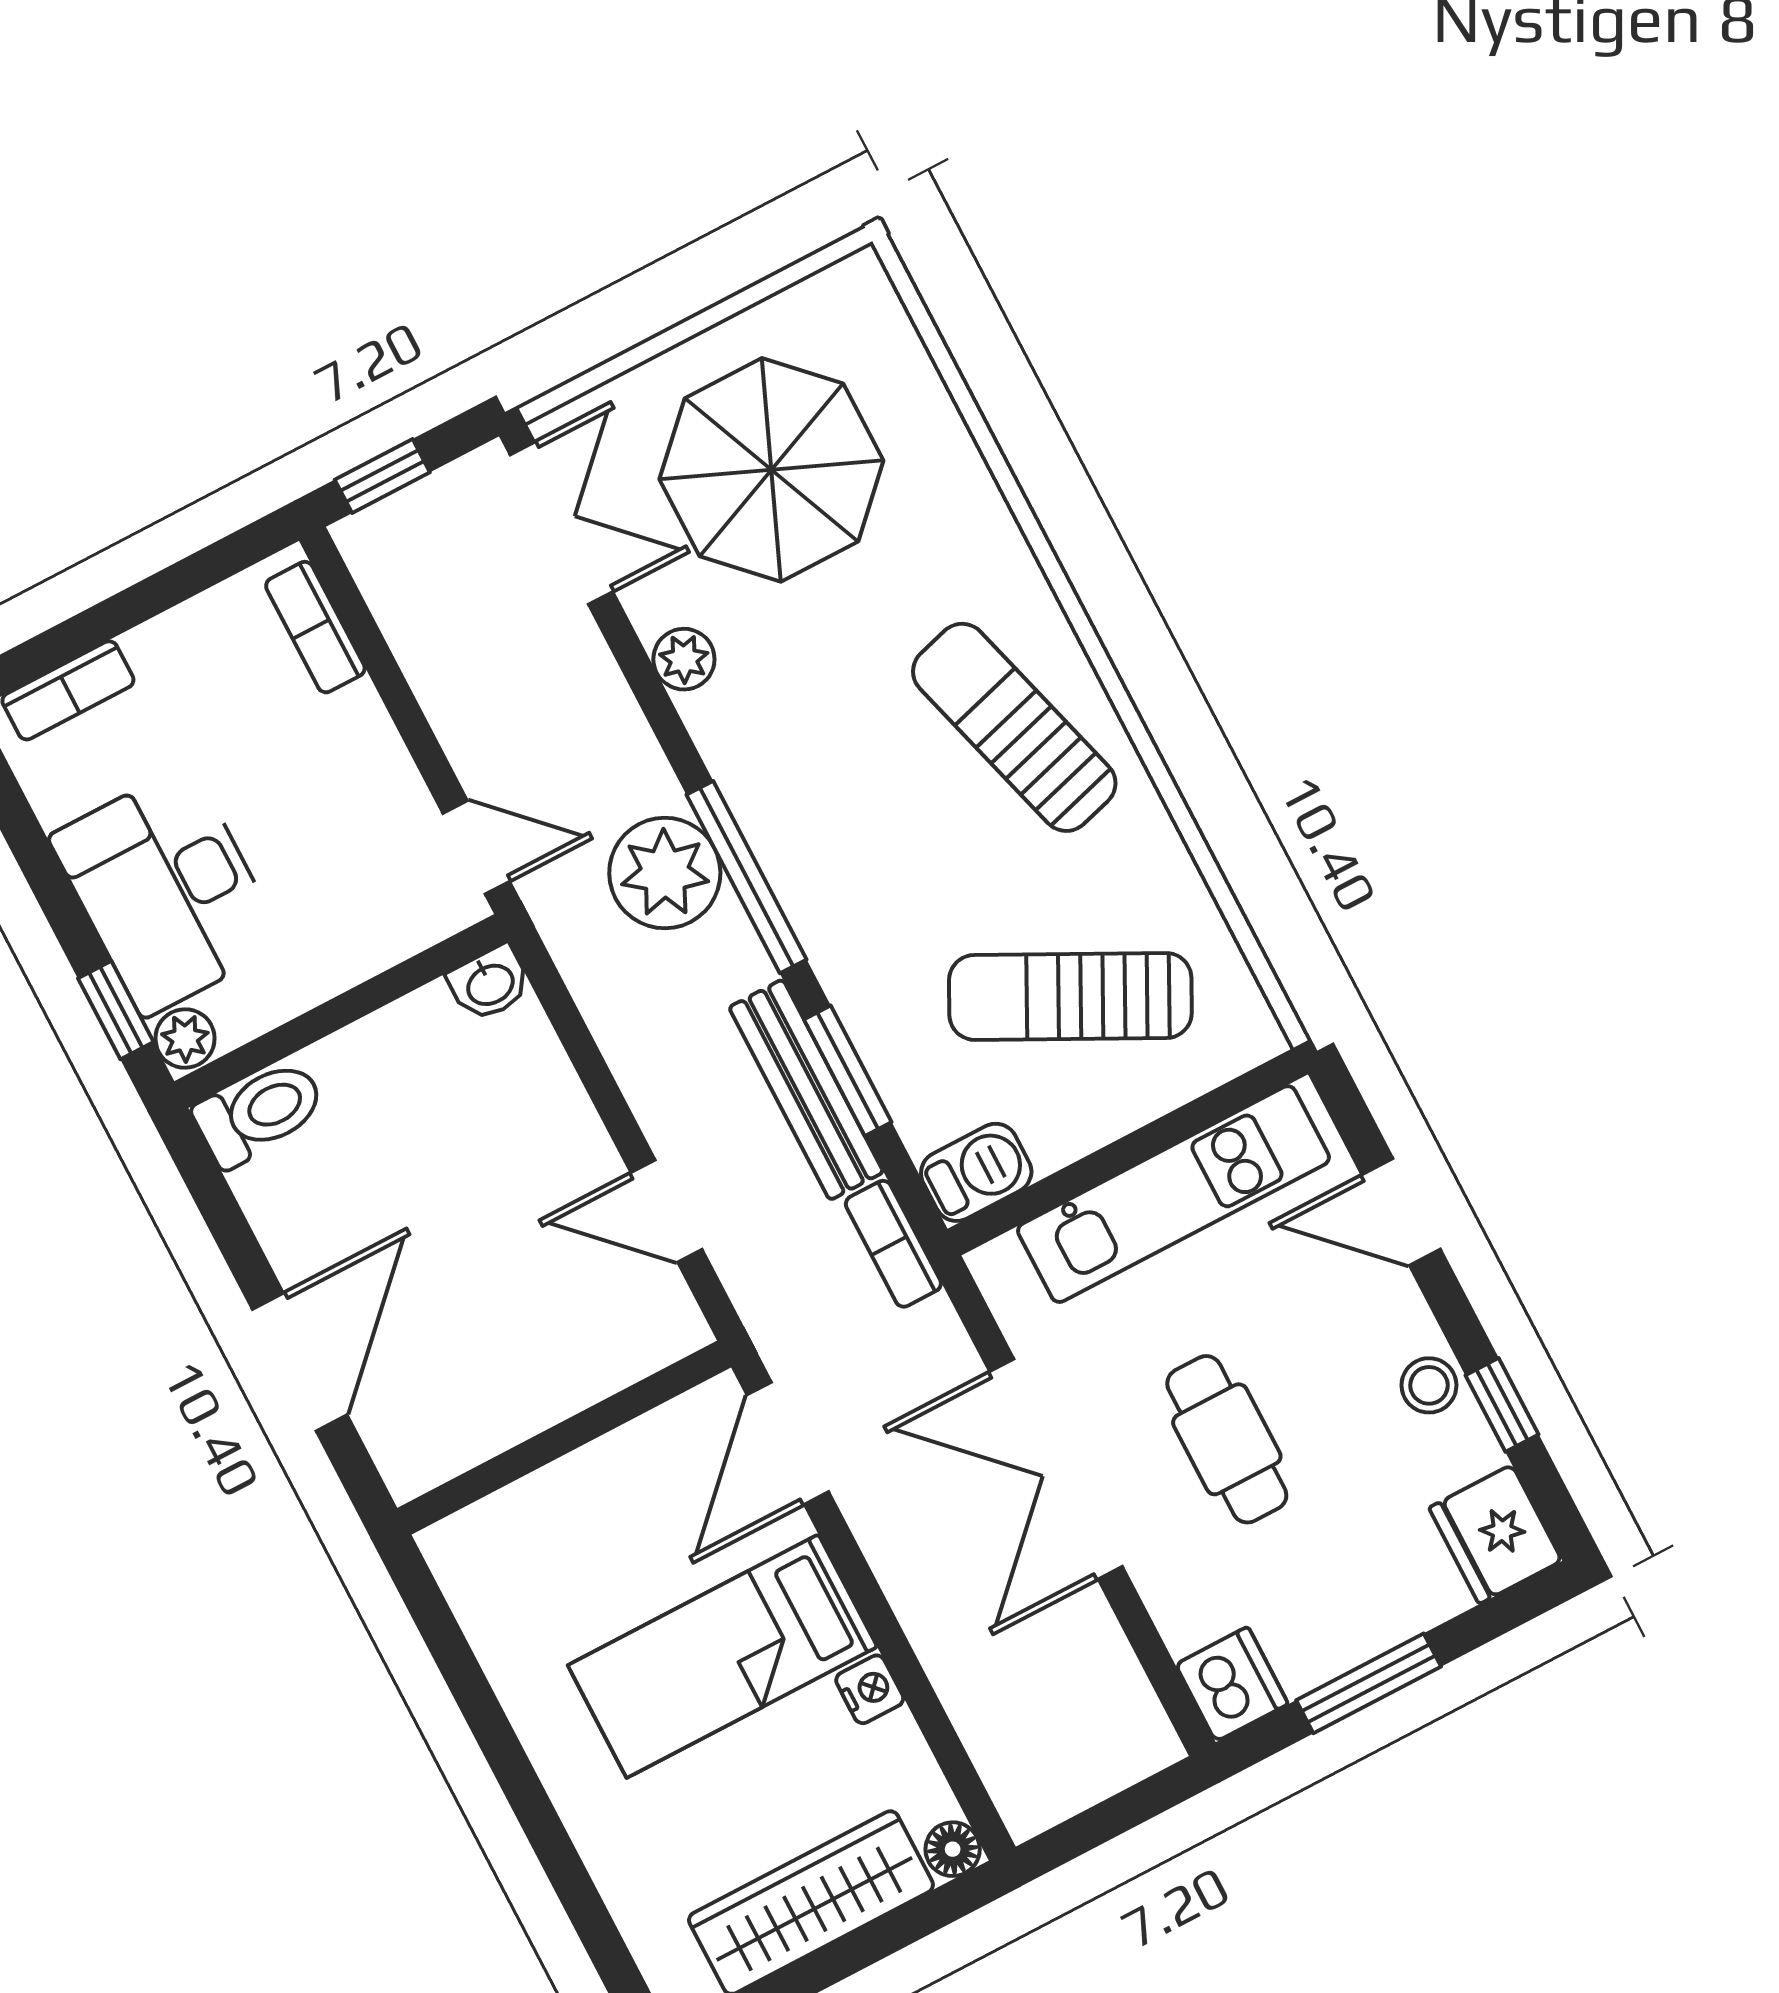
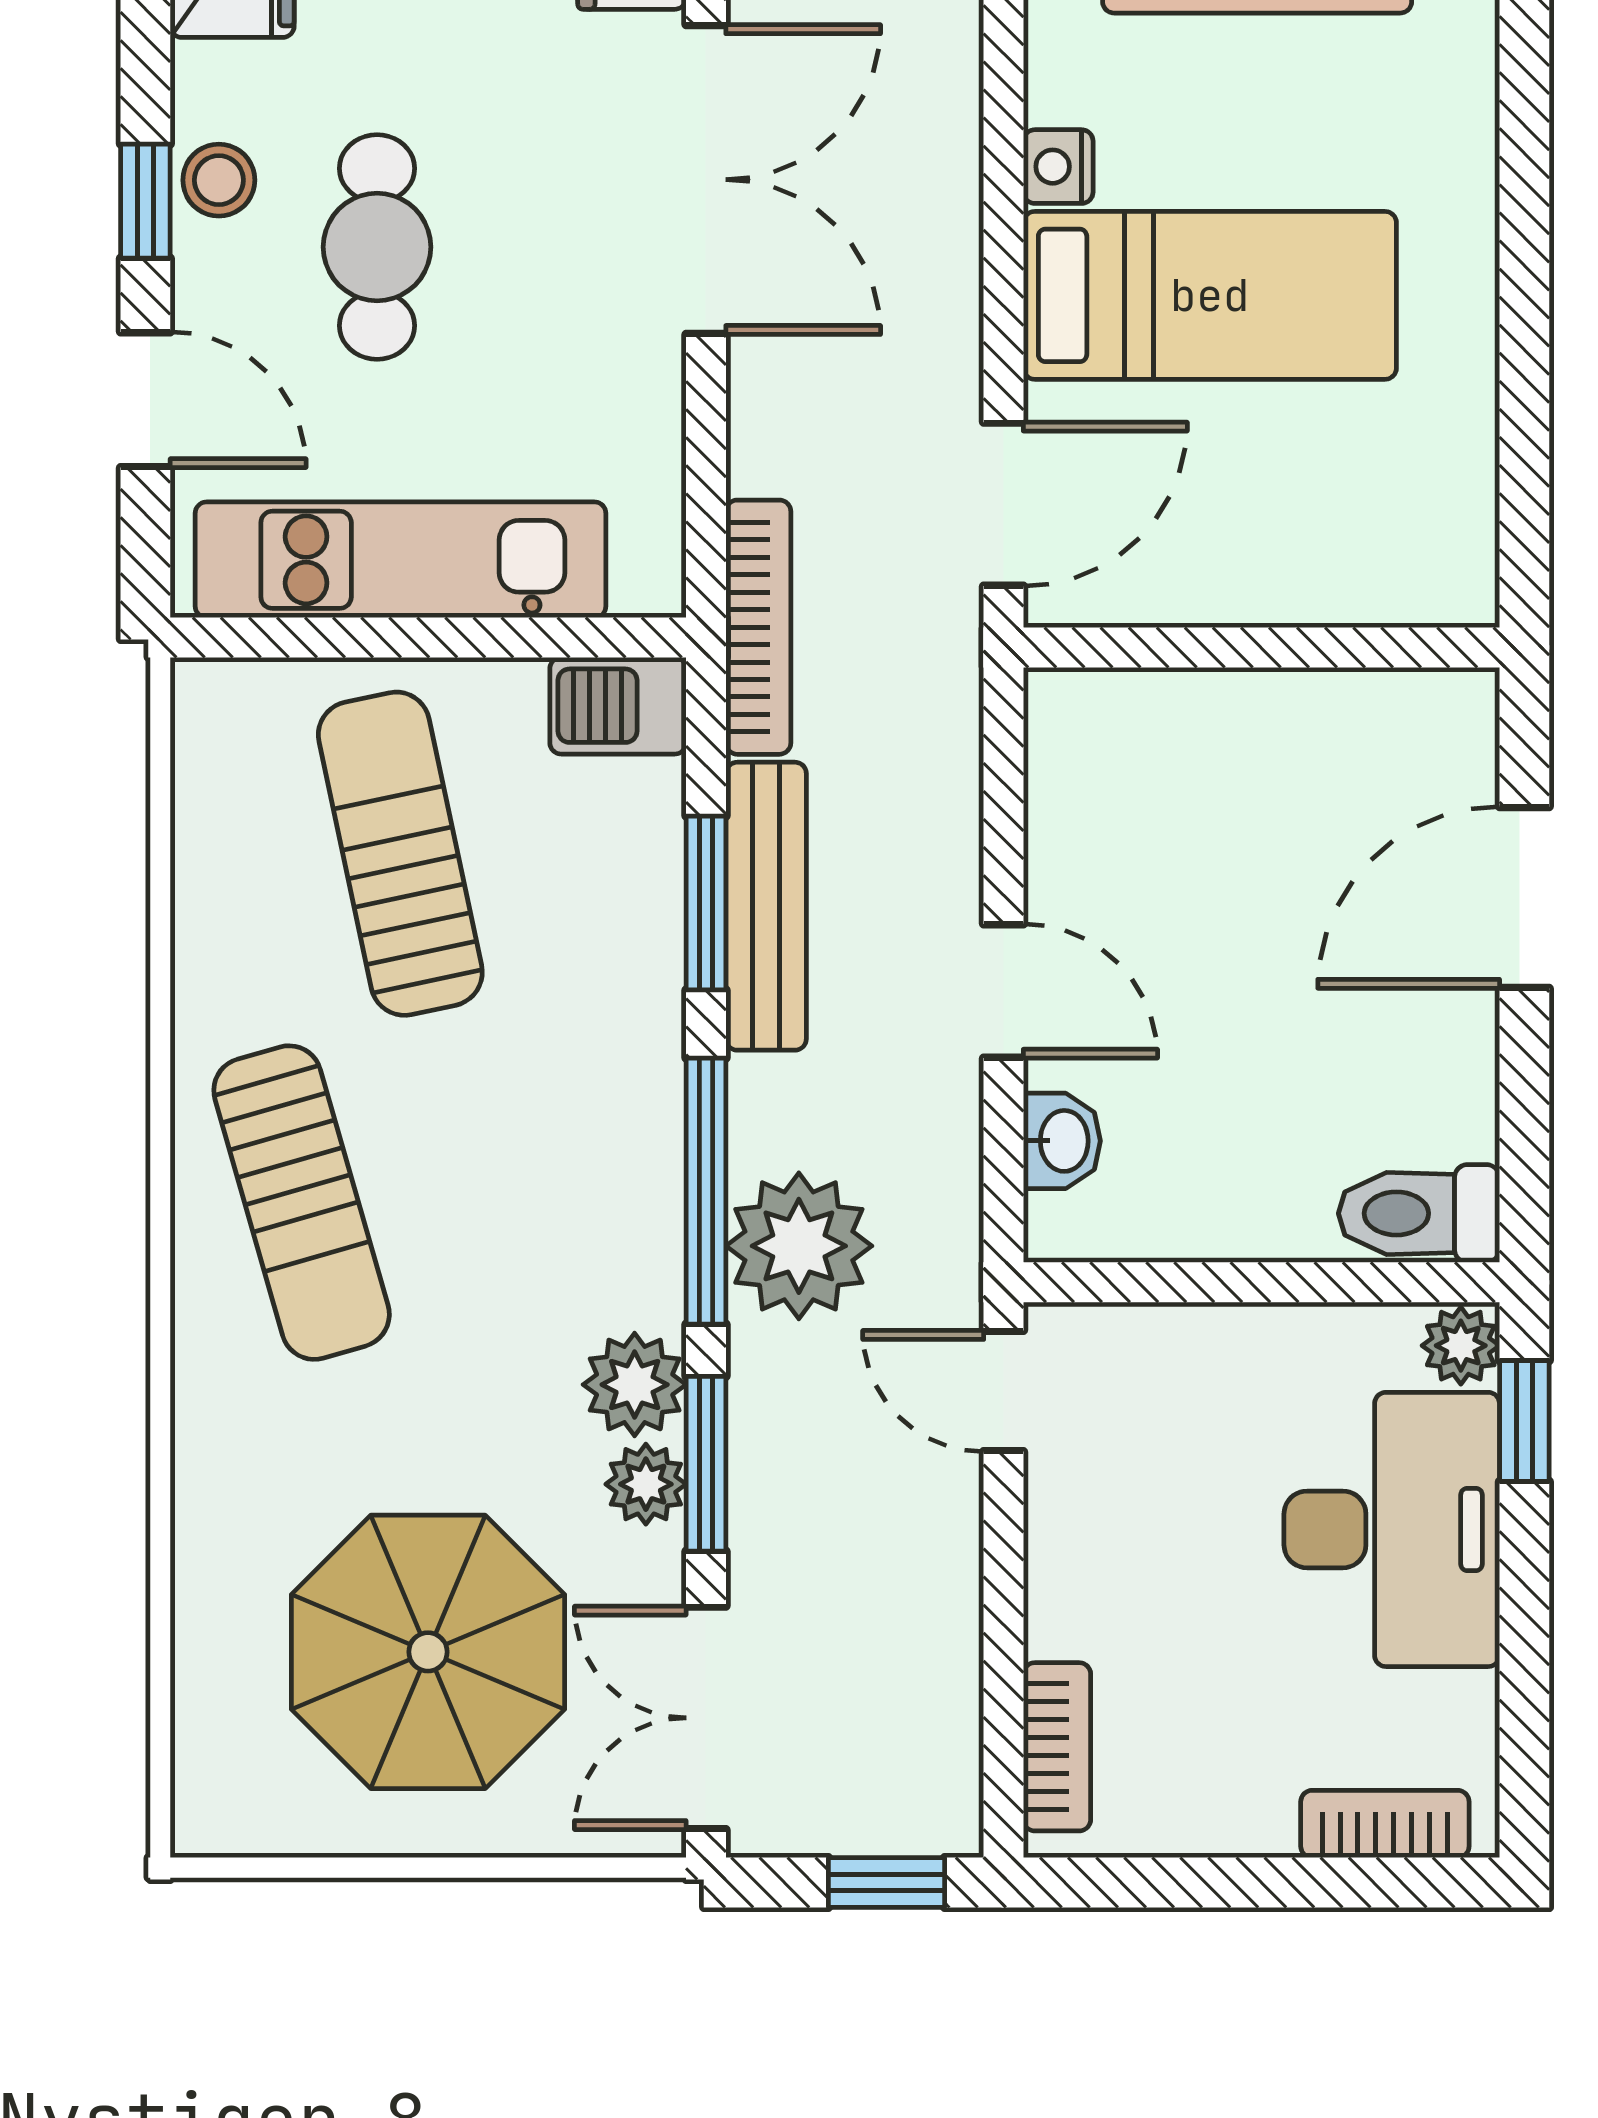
window: (651, 694) -> (706, 1464), added
plant: (727, 722) -> (635, 1385), added
washbasin: (490, 983) -> (1062, 1141), moved, turned 90
sun lounger: (1070, 996) -> (400, 854), turned -129
door: (666, 1211) -> (1004, 991), moved
bookcase: (893, 1244) -> (758, 627), width x1.56
window: (1502, 1405) -> (145, 201), moved
cafe table: (1227, 1439) -> (377, 247), moved
double door: (1056, 1469) -> (706, 180), moved

